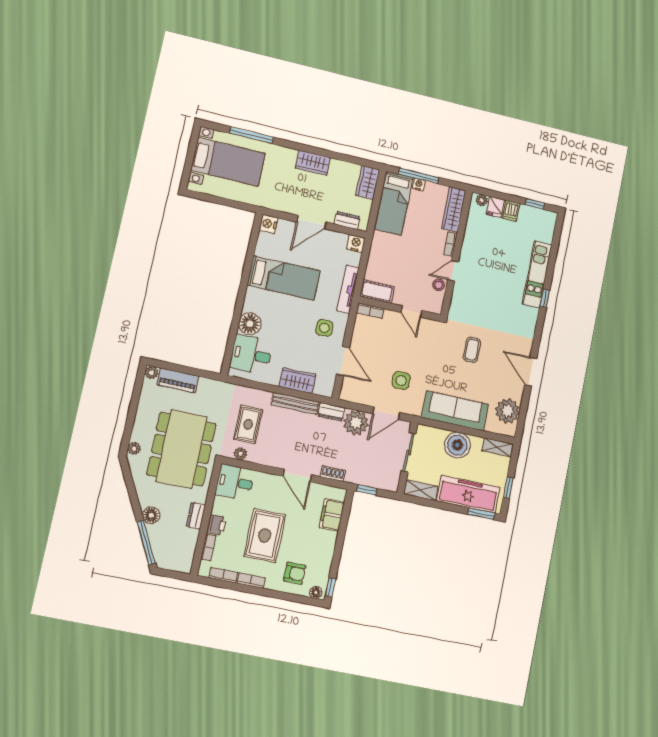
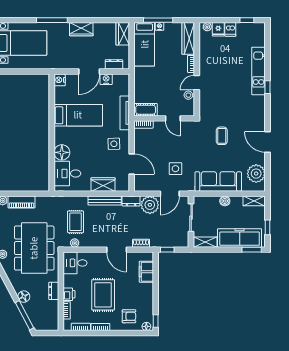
window: (252, 135) -> (52, 20), moved
nightstand: (356, 243) -> (106, 79), moved
boiler: (457, 445) -> (225, 201), width x0.54, depth x0.54

